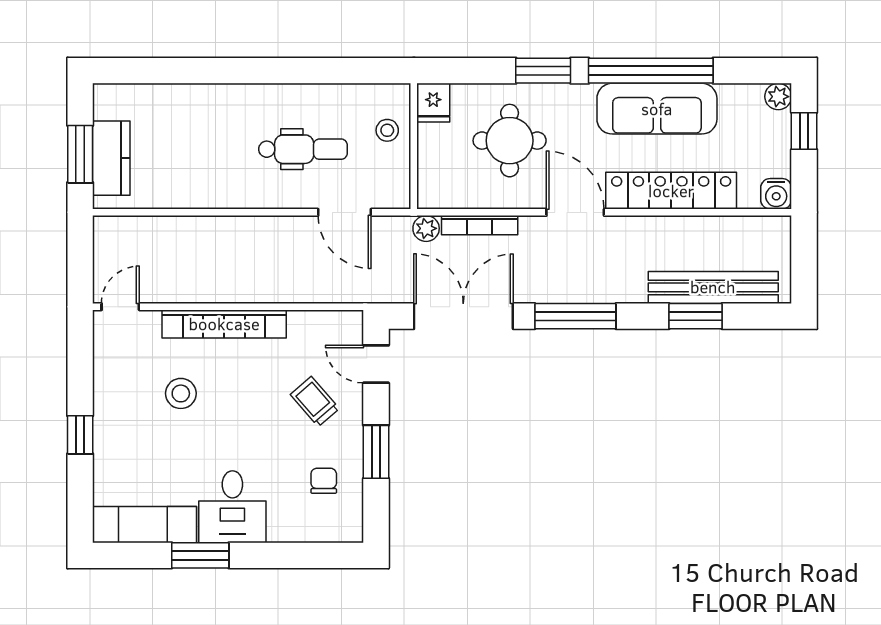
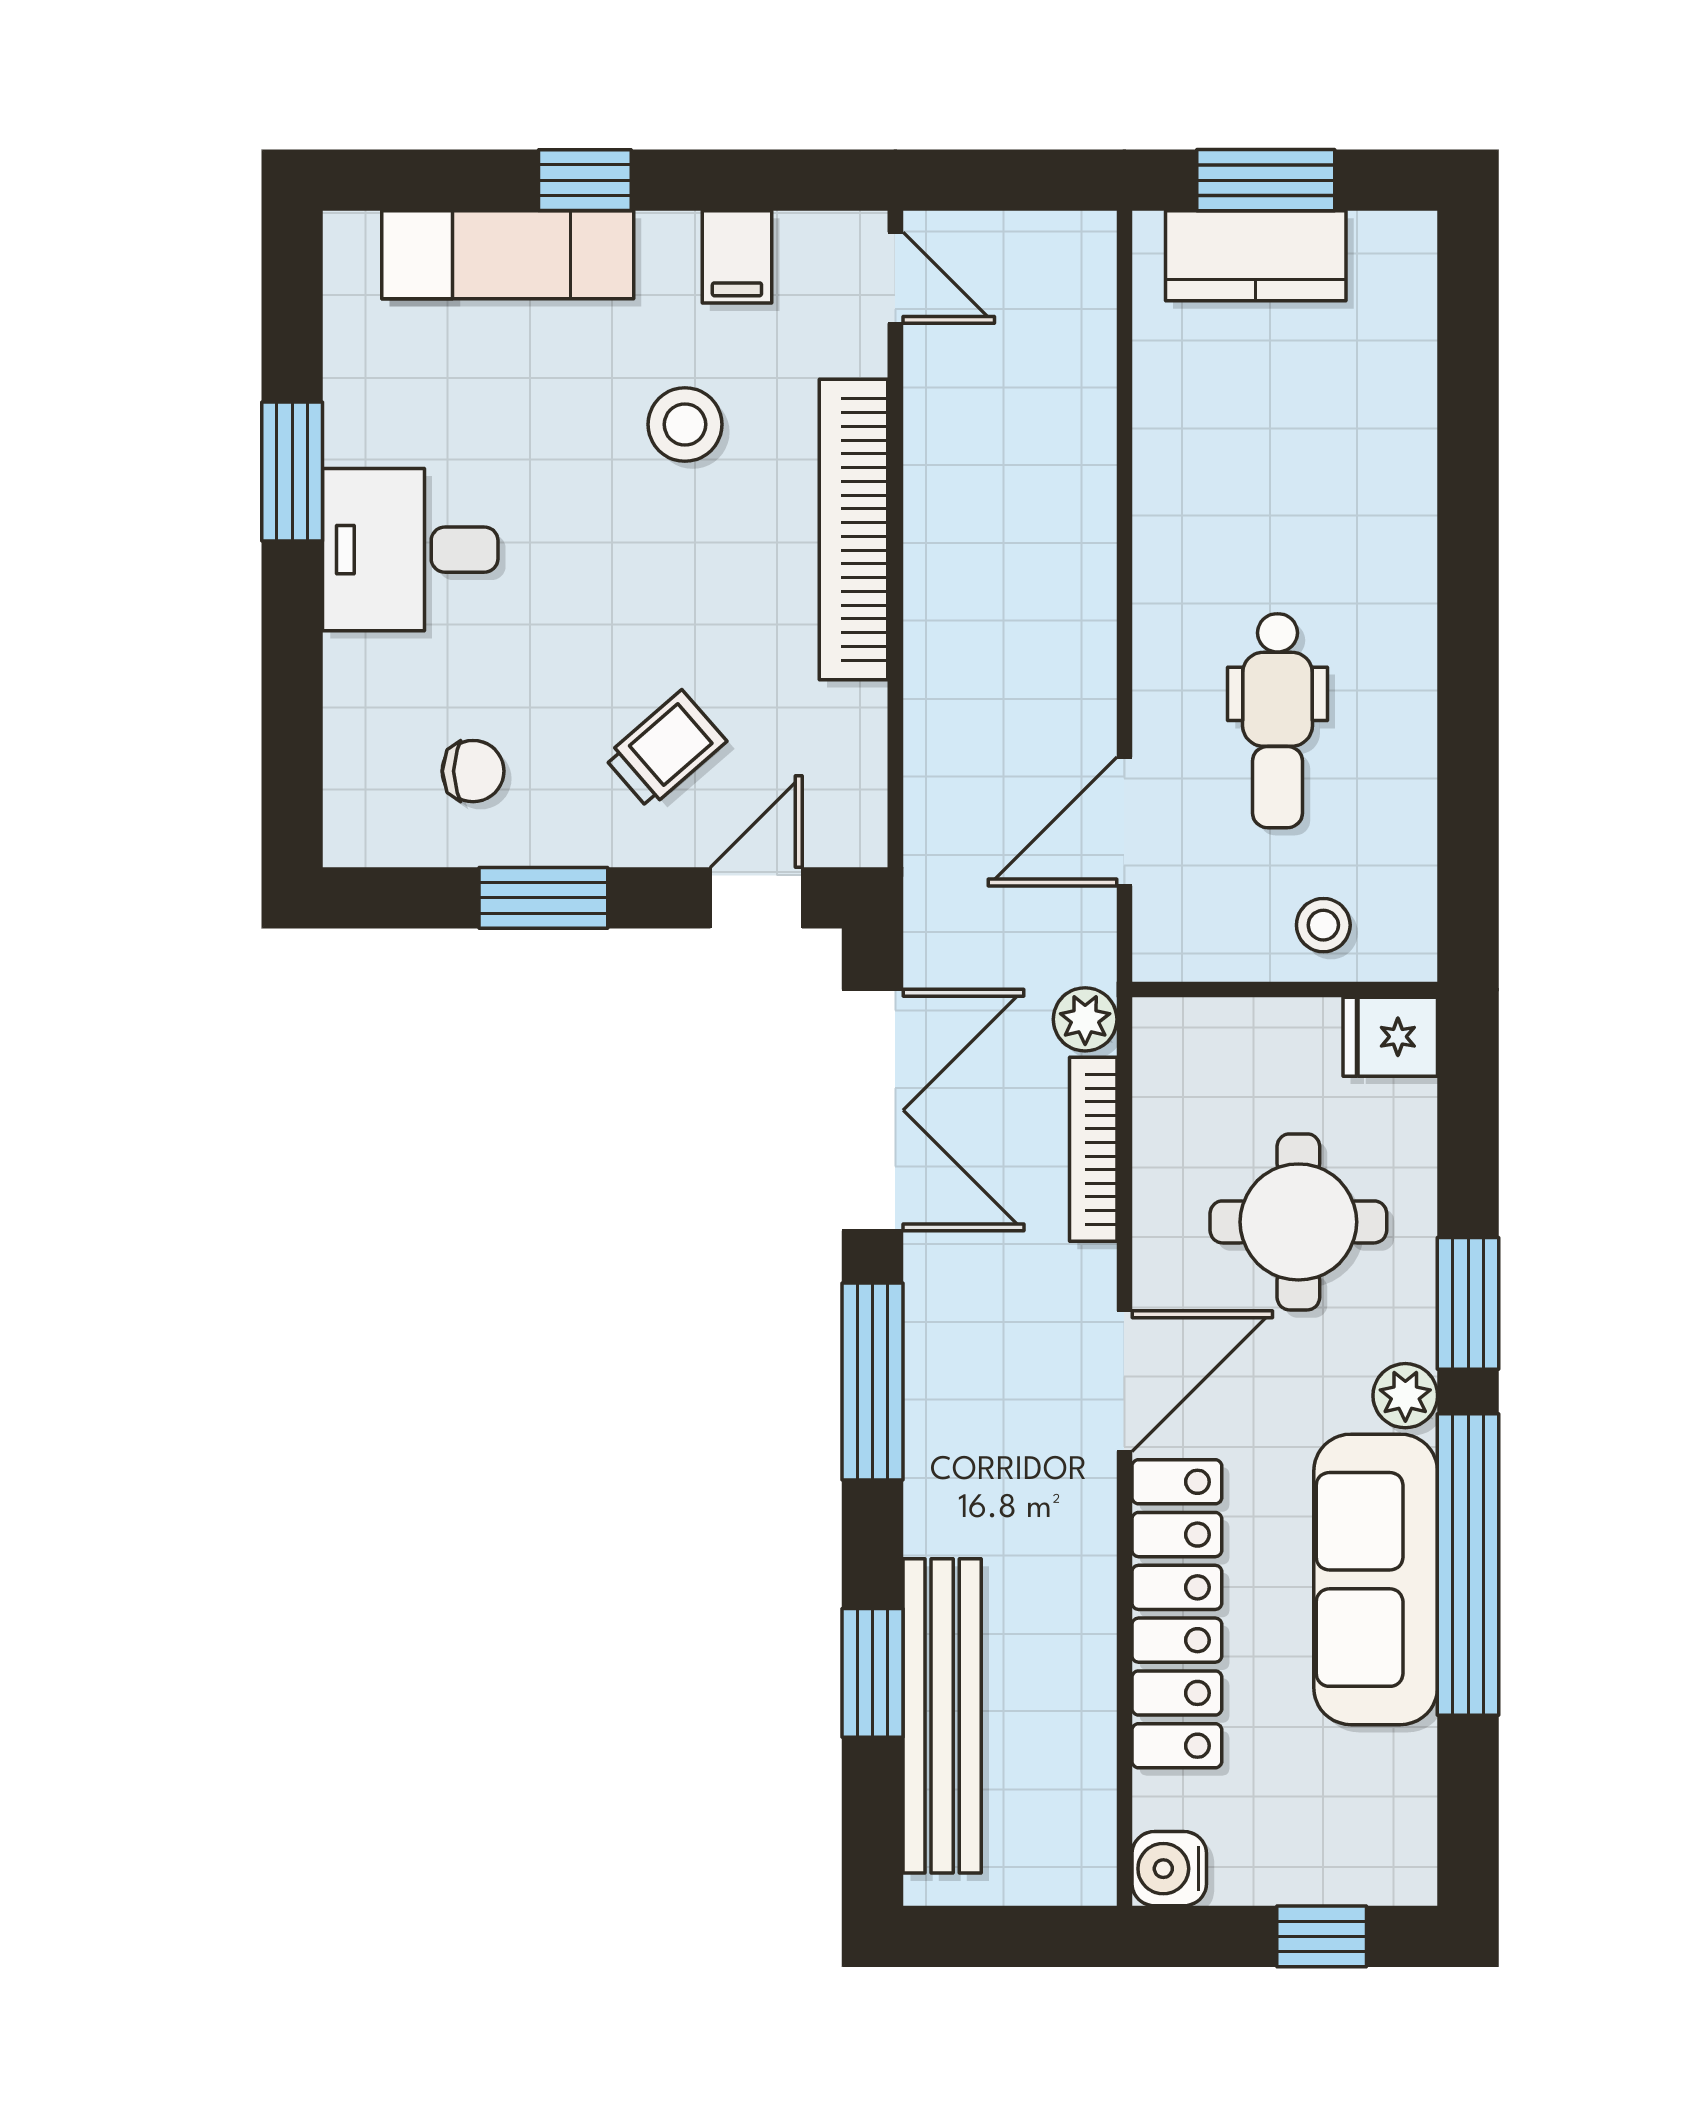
plant: (778, 97) -> (1405, 1396), moved
filing cabinet: (112, 372) -> (737, 257), added
exam couch: (145, 525) -> (508, 255), moved, turned 90

